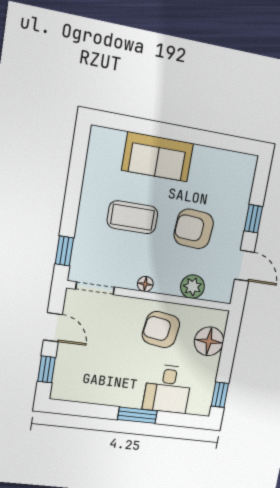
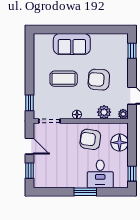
window: (253, 219) -> (132, 51), moved
plant: (224, 295) -> (123, 114), added

